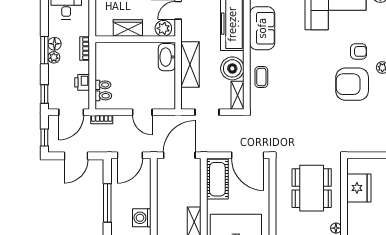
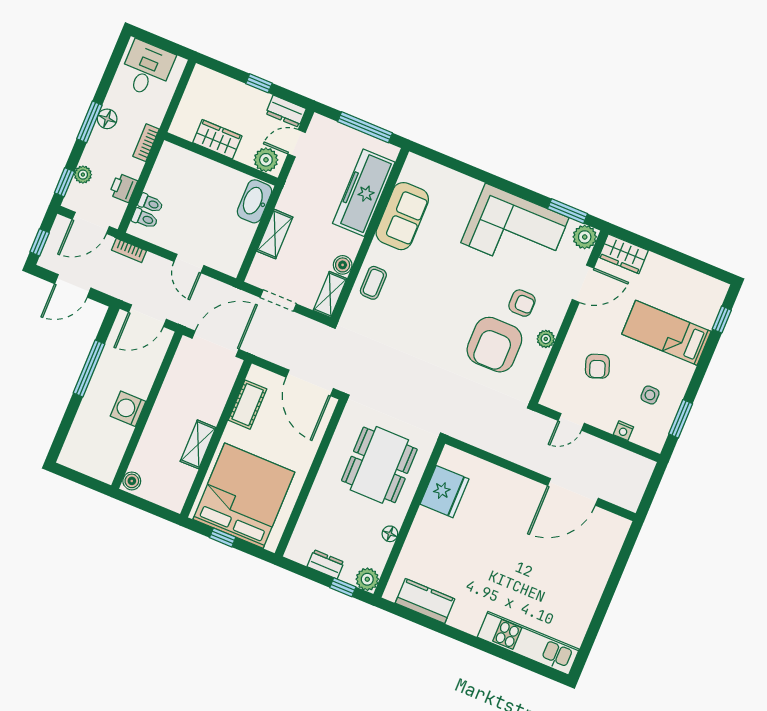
plant: (54, 57) -> (83, 175), moved
shelving: (190, 65) -> (275, 234), width x0.67, depth x0.75
boiler: (232, 68) -> (343, 265), width x0.54, depth x0.54
armchair: (352, 84) -> (494, 345), turned -90
cot: (217, 179) -> (248, 405), width x0.73, depth x0.75

